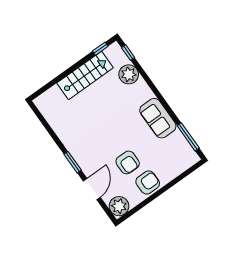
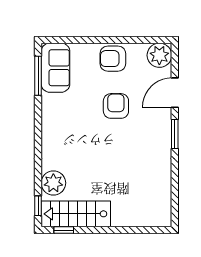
stairs: (85, 75) -> (76, 214), moved
sofa: (158, 118) -> (55, 68), moved
armchair: (128, 162) -> (116, 106), moved

